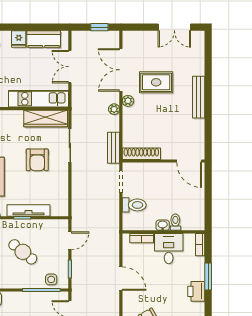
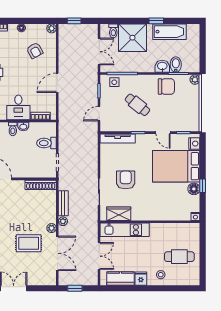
wardrobe: (46, 118) -> (119, 214), width x0.67
bench: (114, 148) -> (63, 203), moved
tv unit: (29, 211) -> (118, 138), moved
door: (121, 279) -> (57, 83), hinge flipped

